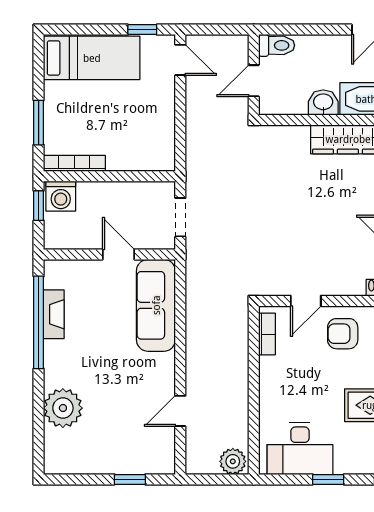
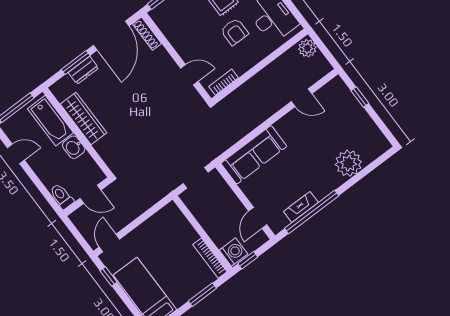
door: (118, 254) -> (258, 218), moved
armchair: (343, 334) -> (234, 32), moved

